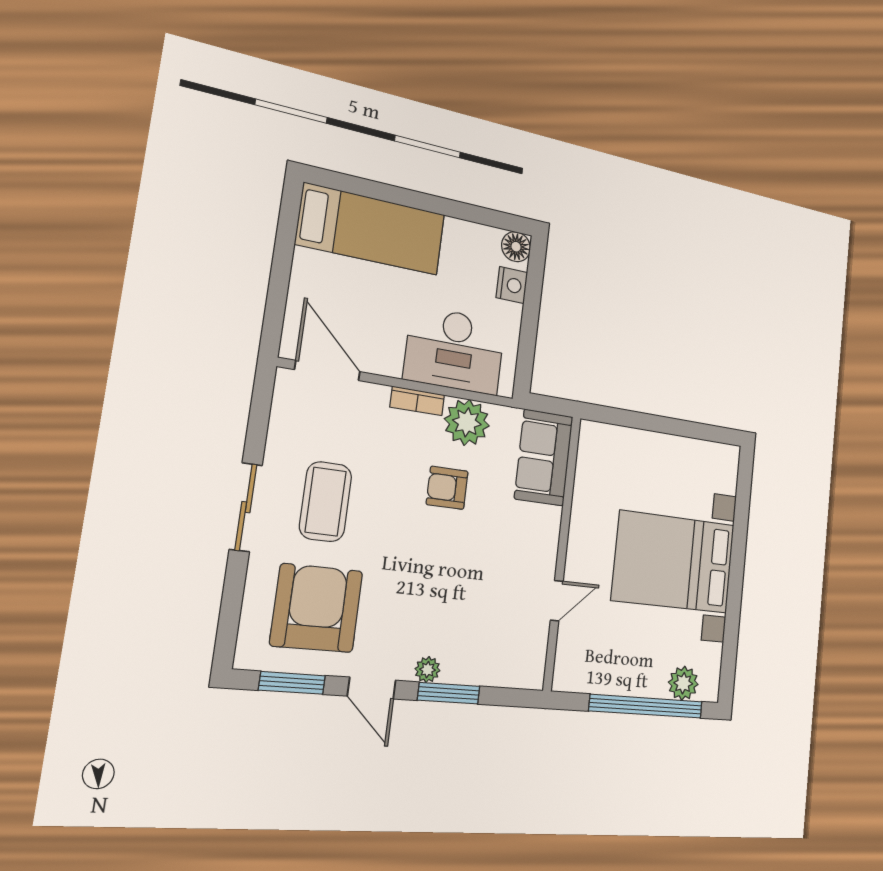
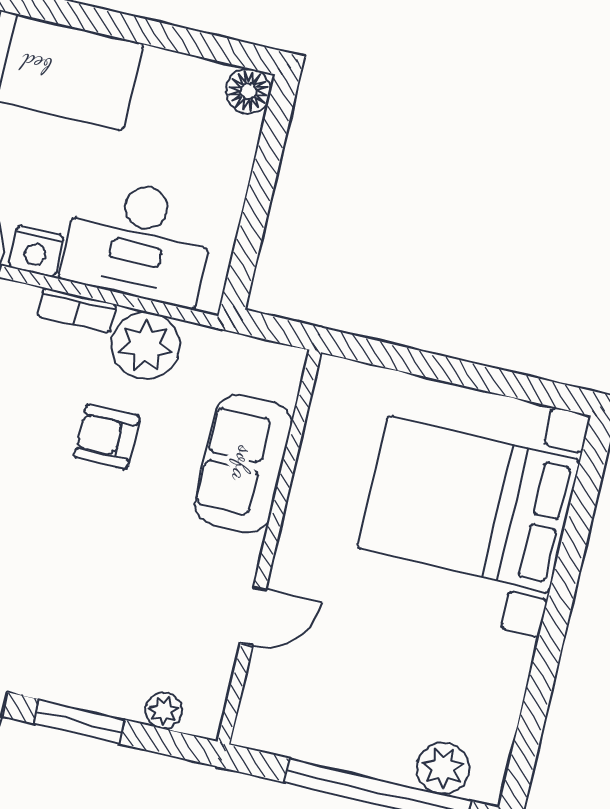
nightstand: (512, 285) -> (36, 251), moved, turned 90
sofa: (544, 457) -> (243, 464), moved
bed with nightstands: (674, 562) -> (469, 504), moved
plant: (428, 670) -> (164, 711), moved

